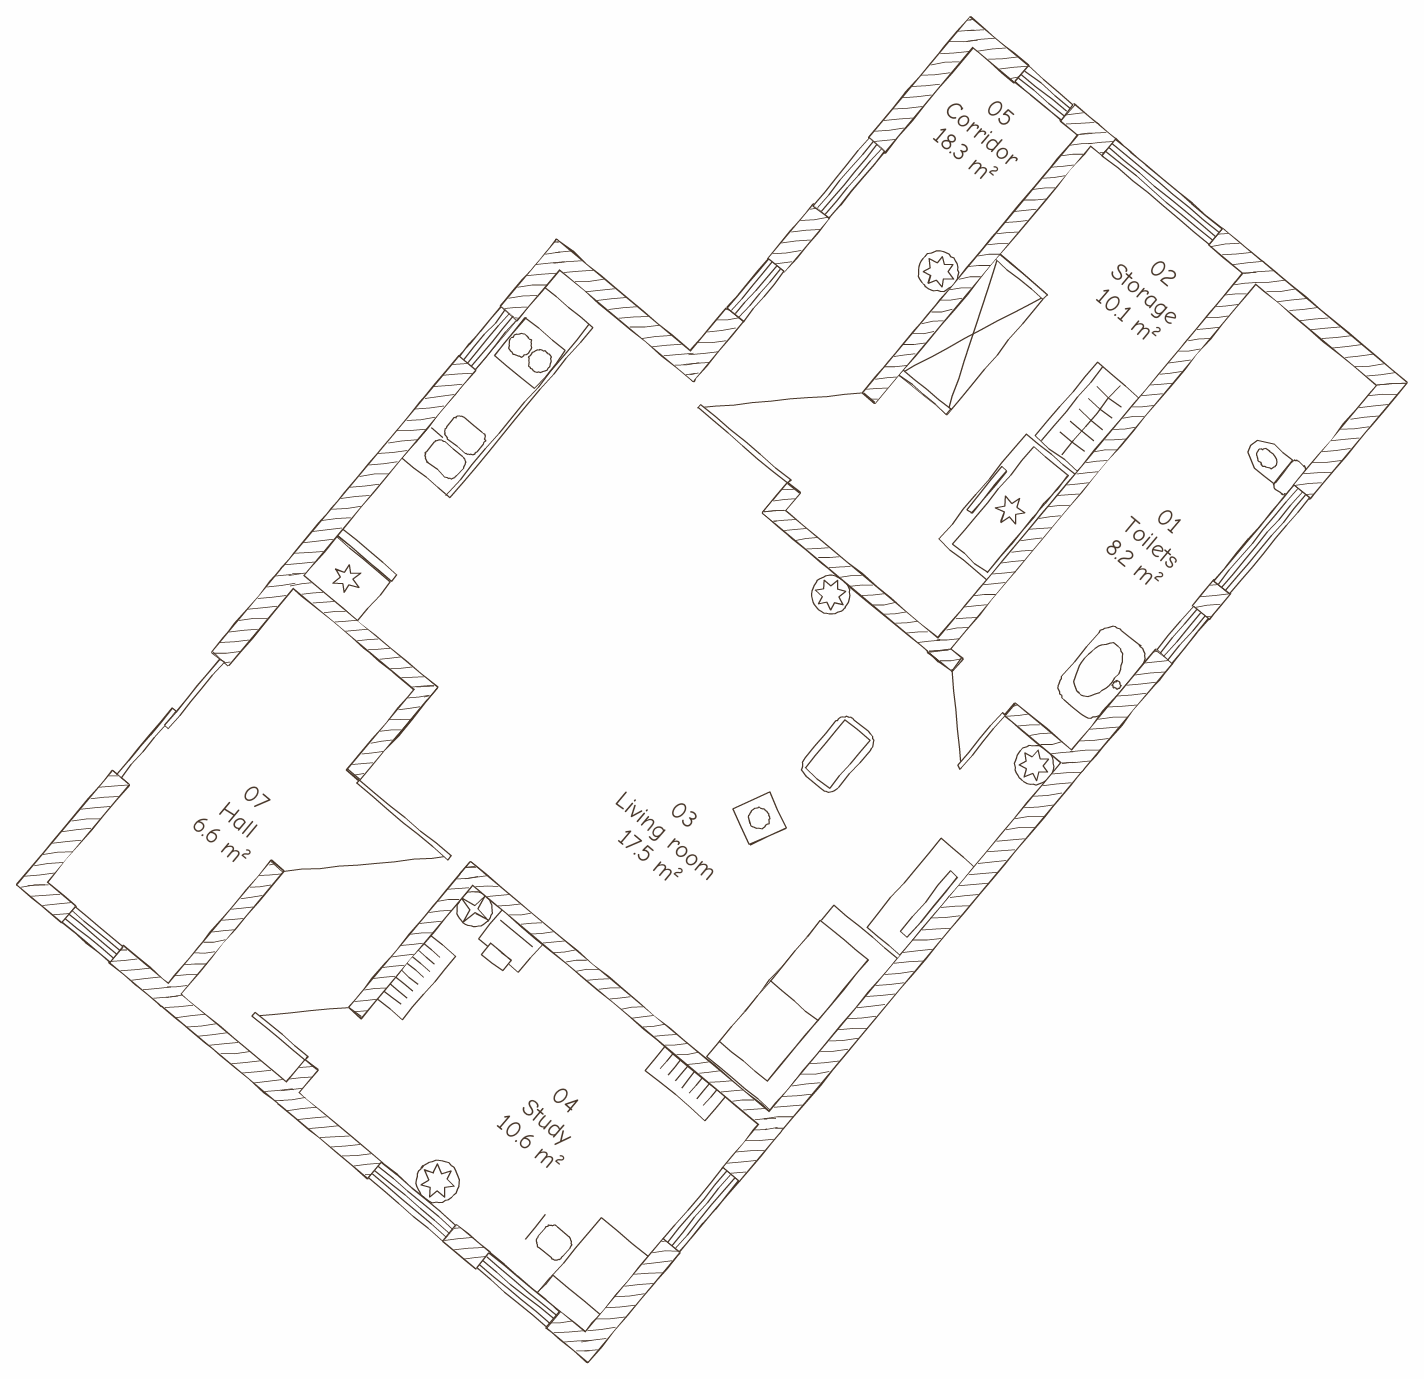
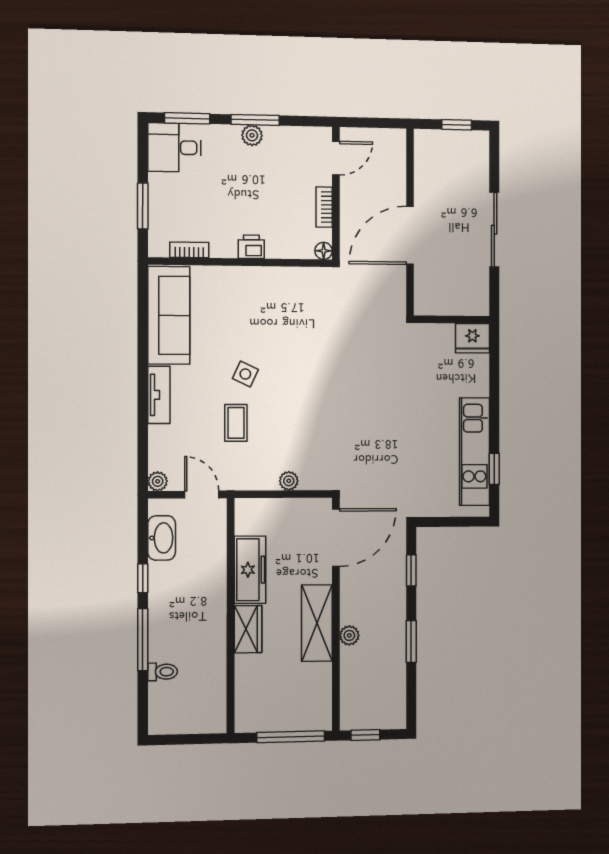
printer: (507, 945) -> (251, 247), moved

